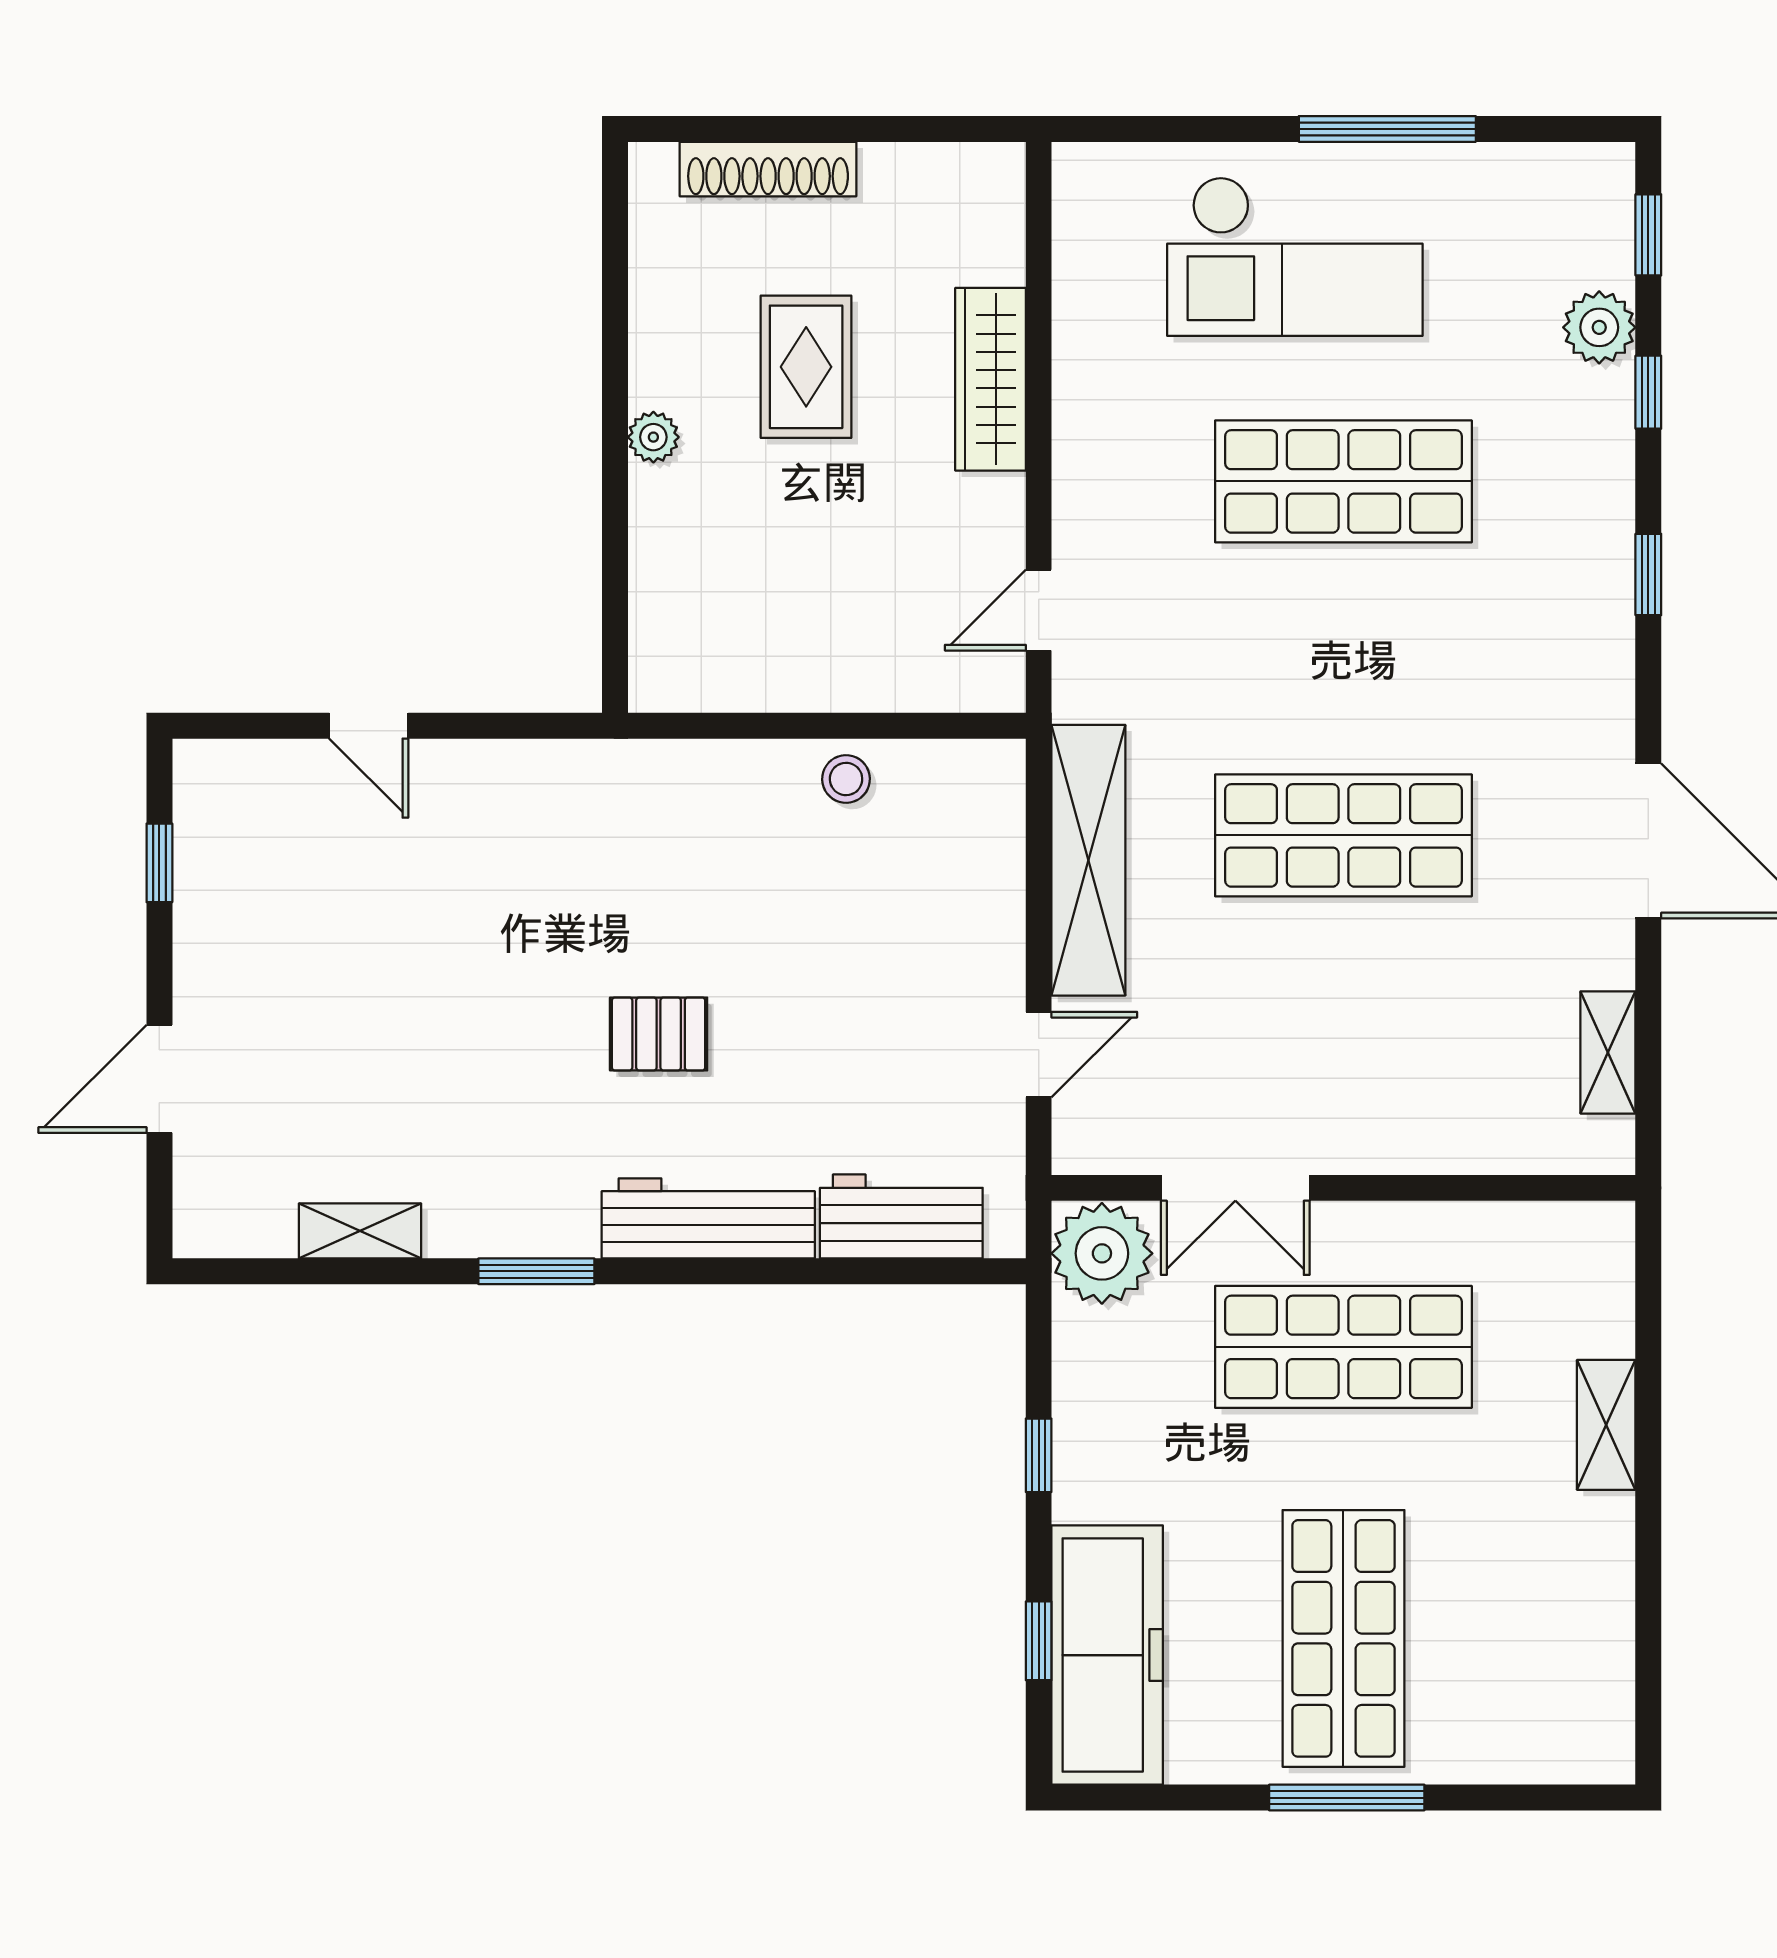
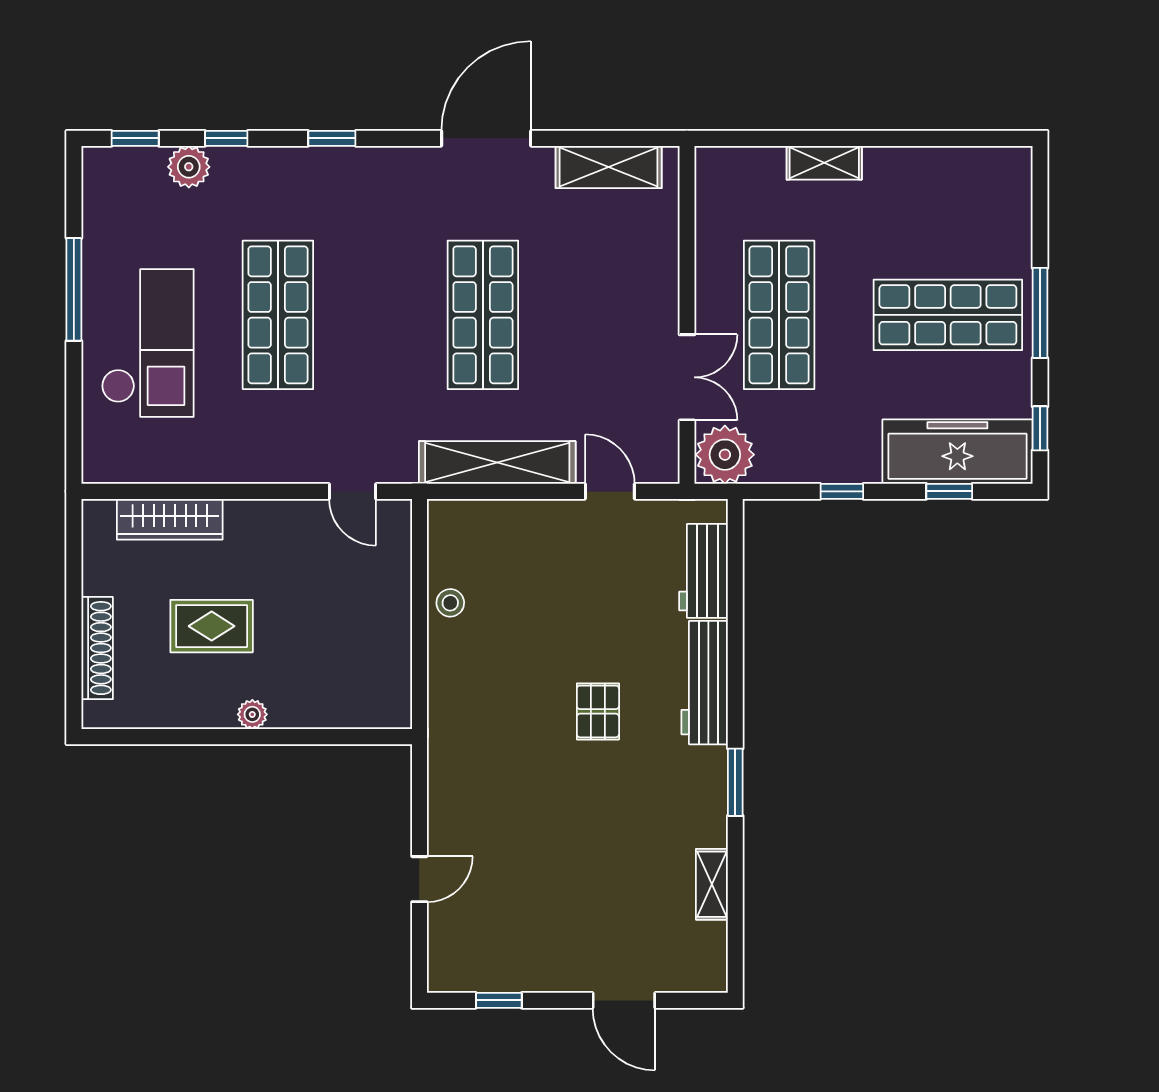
wardrobe: (990, 379) -> (170, 519), moved
shelving: (1608, 1052) -> (609, 167), width x1.50, depth x1.33
window: (1147, 1798) -> (1040, 428), added

